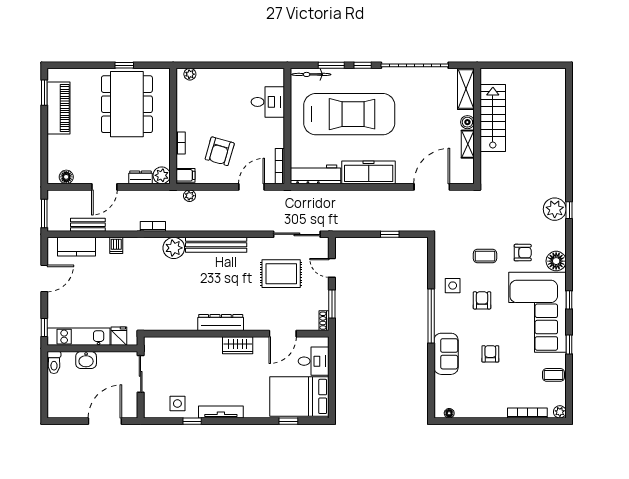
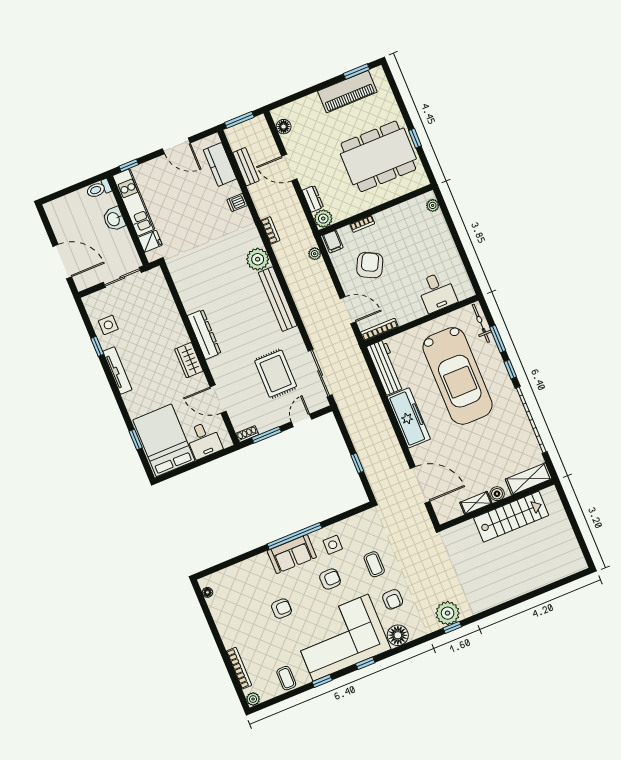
armchair: (220, 151) -> (370, 265), turned 101
sofa: (446, 354) -> (292, 554), moved

